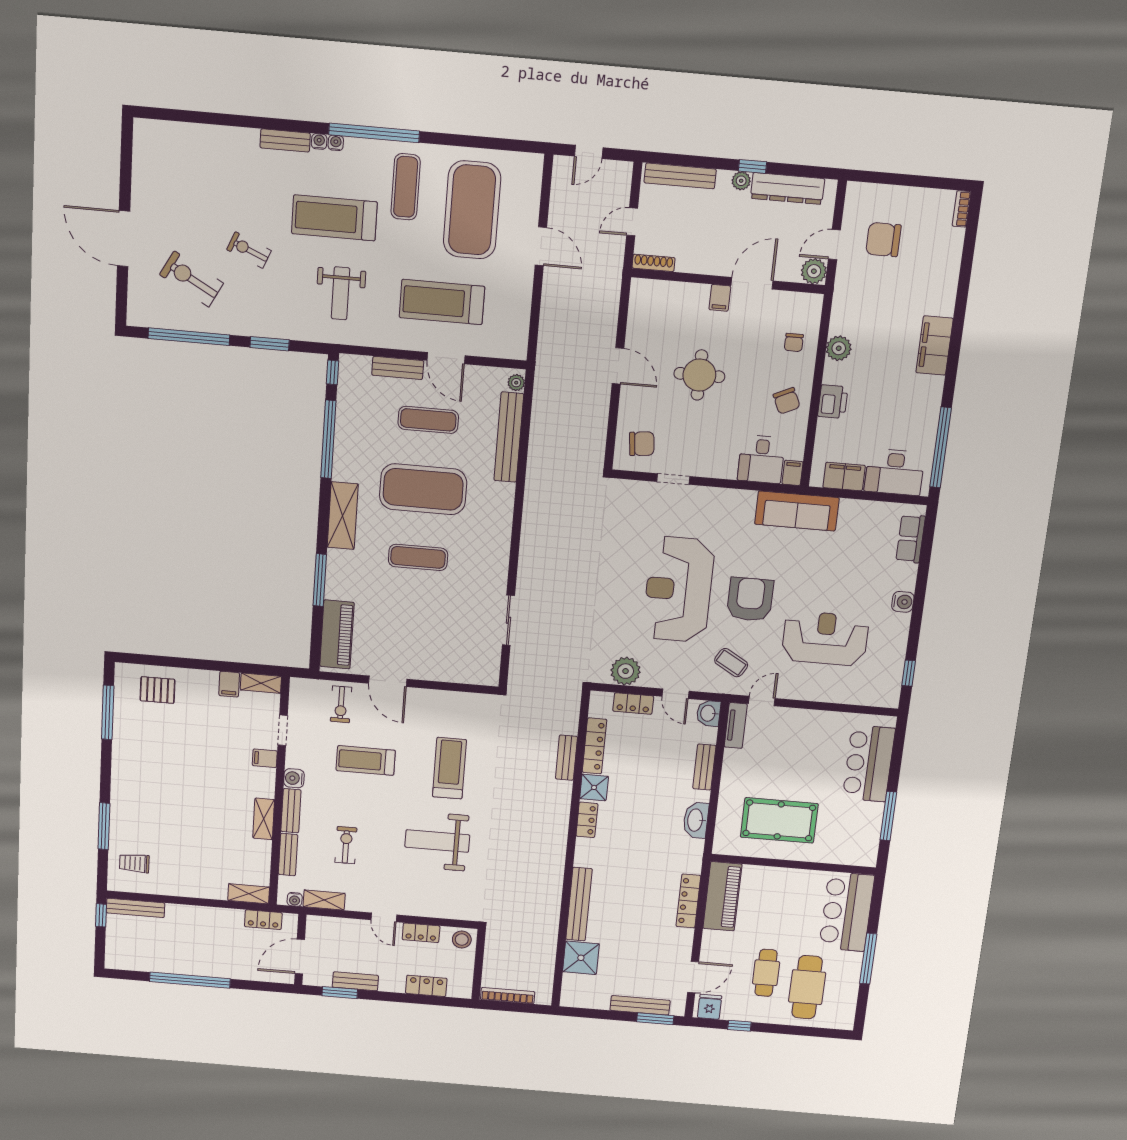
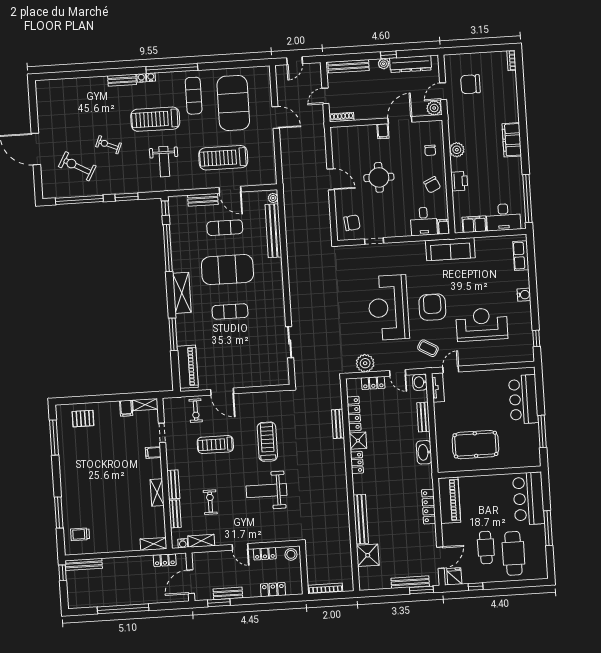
water cooler: (294, 778) -> (173, 463), removed

